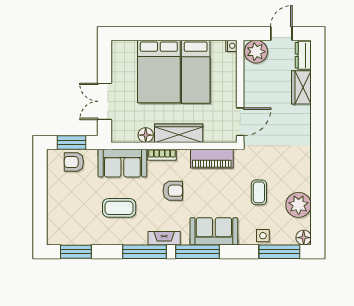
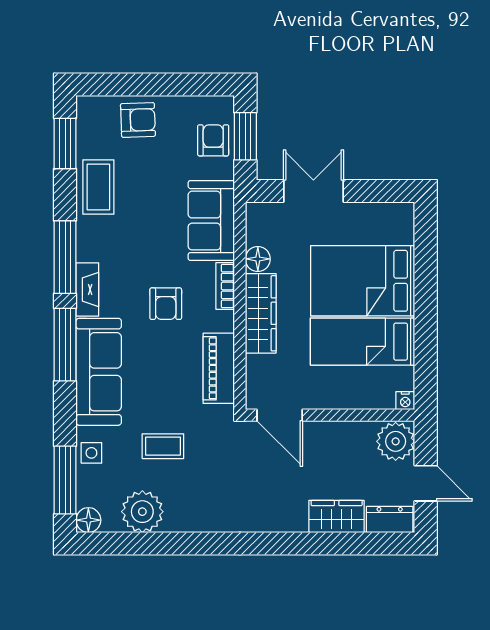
armchair: (62, 208) -> (138, 120), added
coffee table: (119, 208) -> (98, 187), moved
sofa: (214, 231) -> (99, 372), width x1.36

